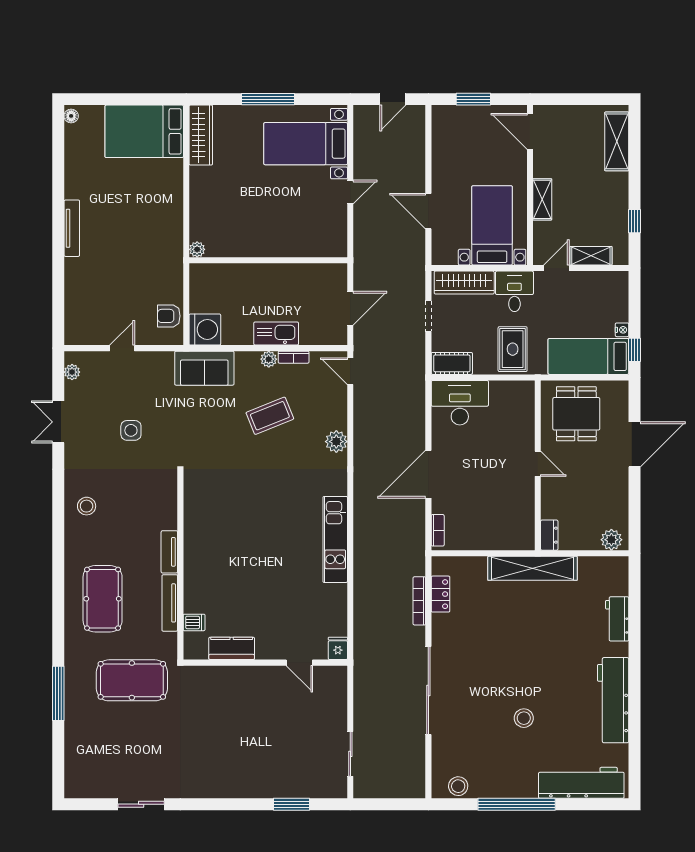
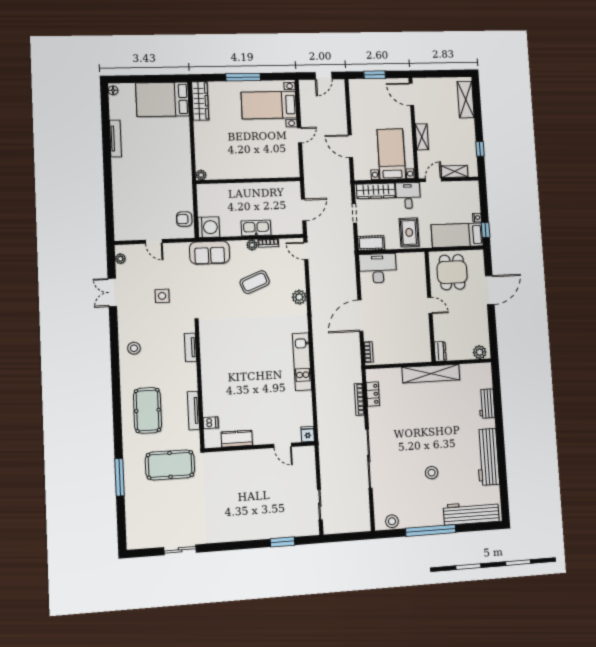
tv unit: (72, 228) -> (115, 138), moved
door: (122, 348) -> (154, 241), swing flipped
tv unit: (169, 552) -> (190, 347), moved

